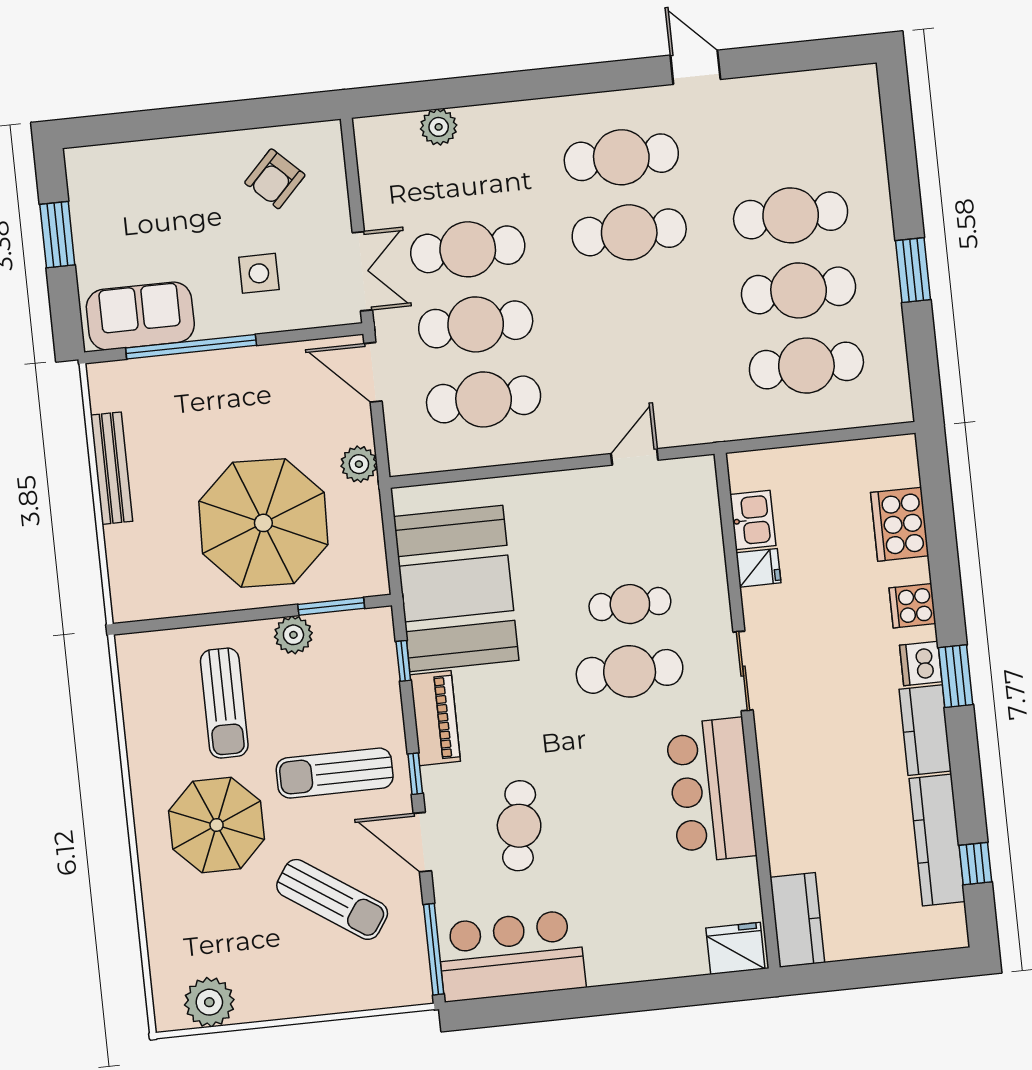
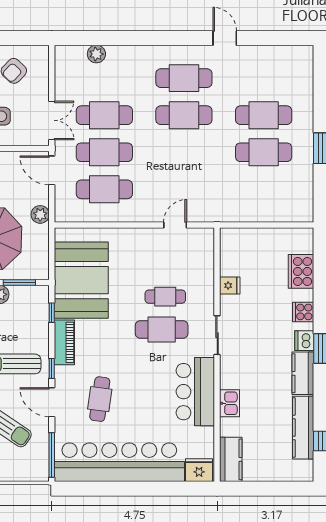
cafe table: (806, 366) -> (264, 189), removed
kitchen sink: (753, 520) -> (230, 403), moved
bar counter: (511, 956) -> (119, 462), width x1.86

